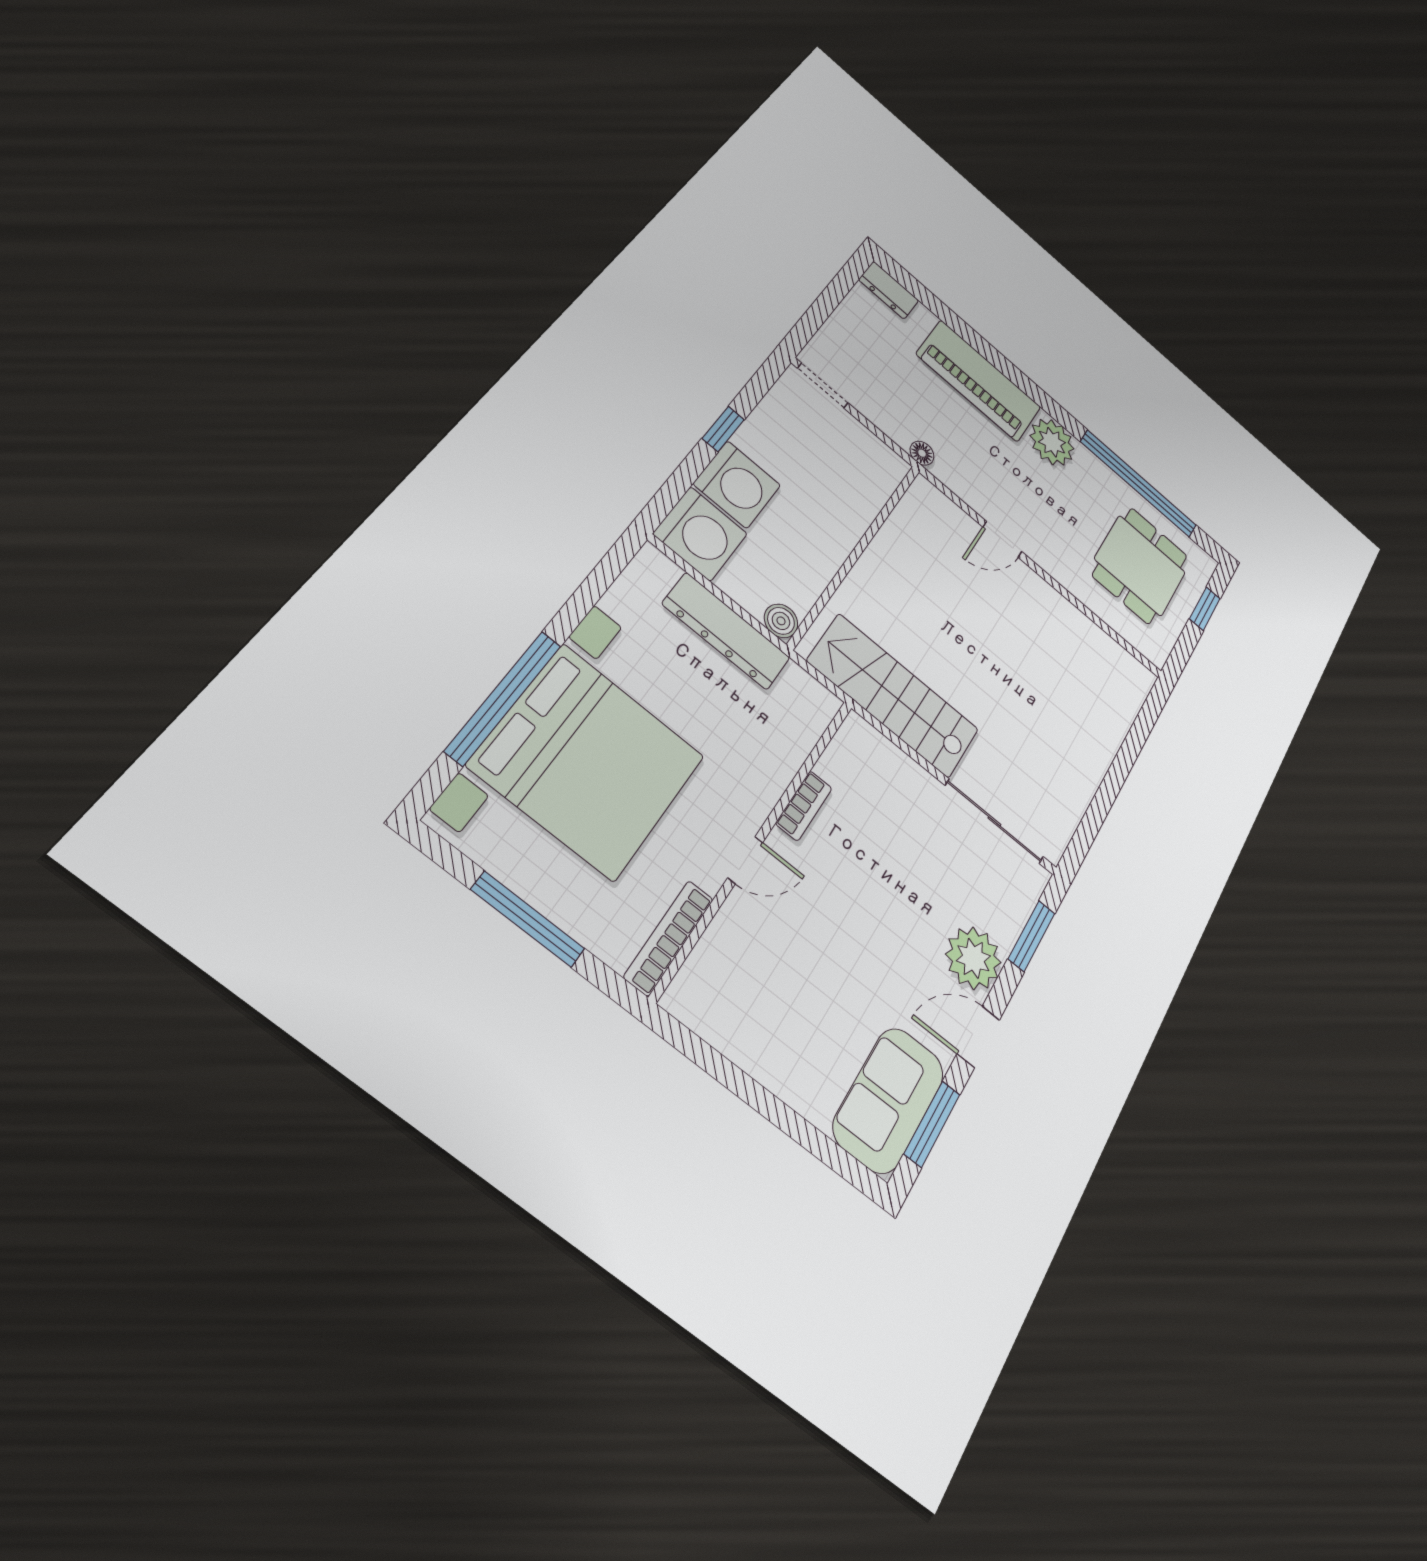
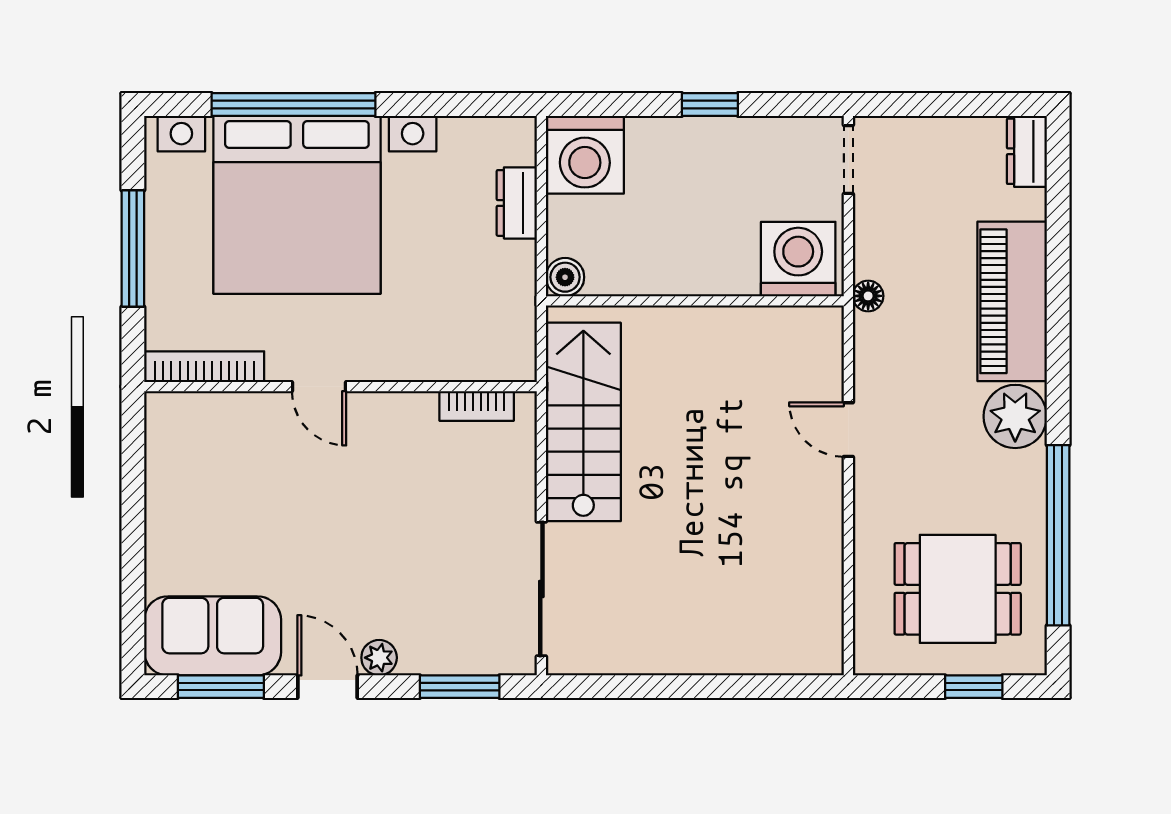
washing machine: (737, 485) -> (798, 259), moved, turned 180
dresser: (726, 631) -> (517, 203), width x0.51, depth x0.80
bookcase: (804, 806) -> (477, 406), moved
plant: (973, 958) -> (379, 658), width x0.53, depth x0.53

